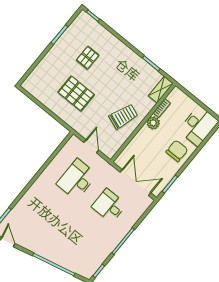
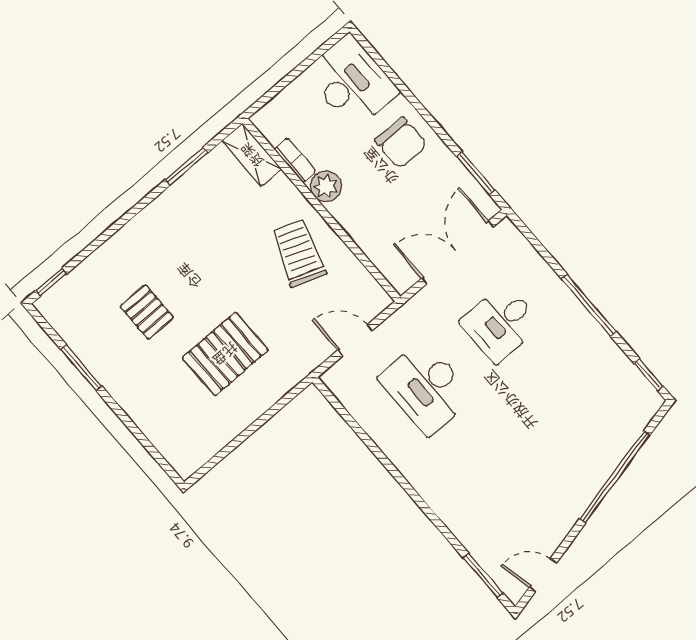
chair: (177, 151) -> (401, 143), turned 180

